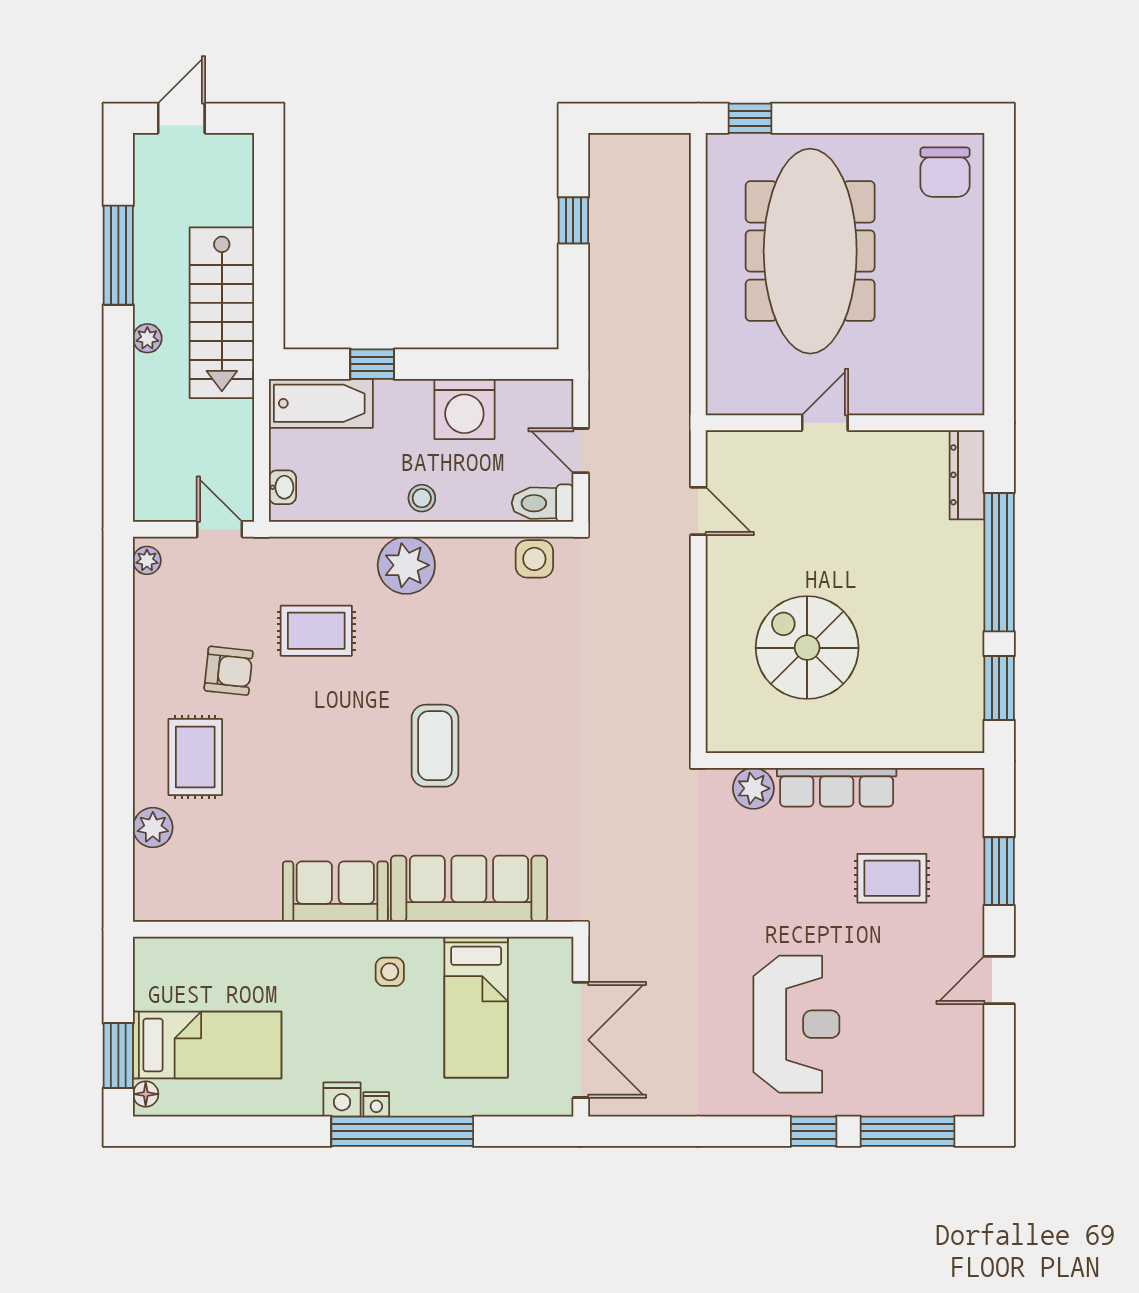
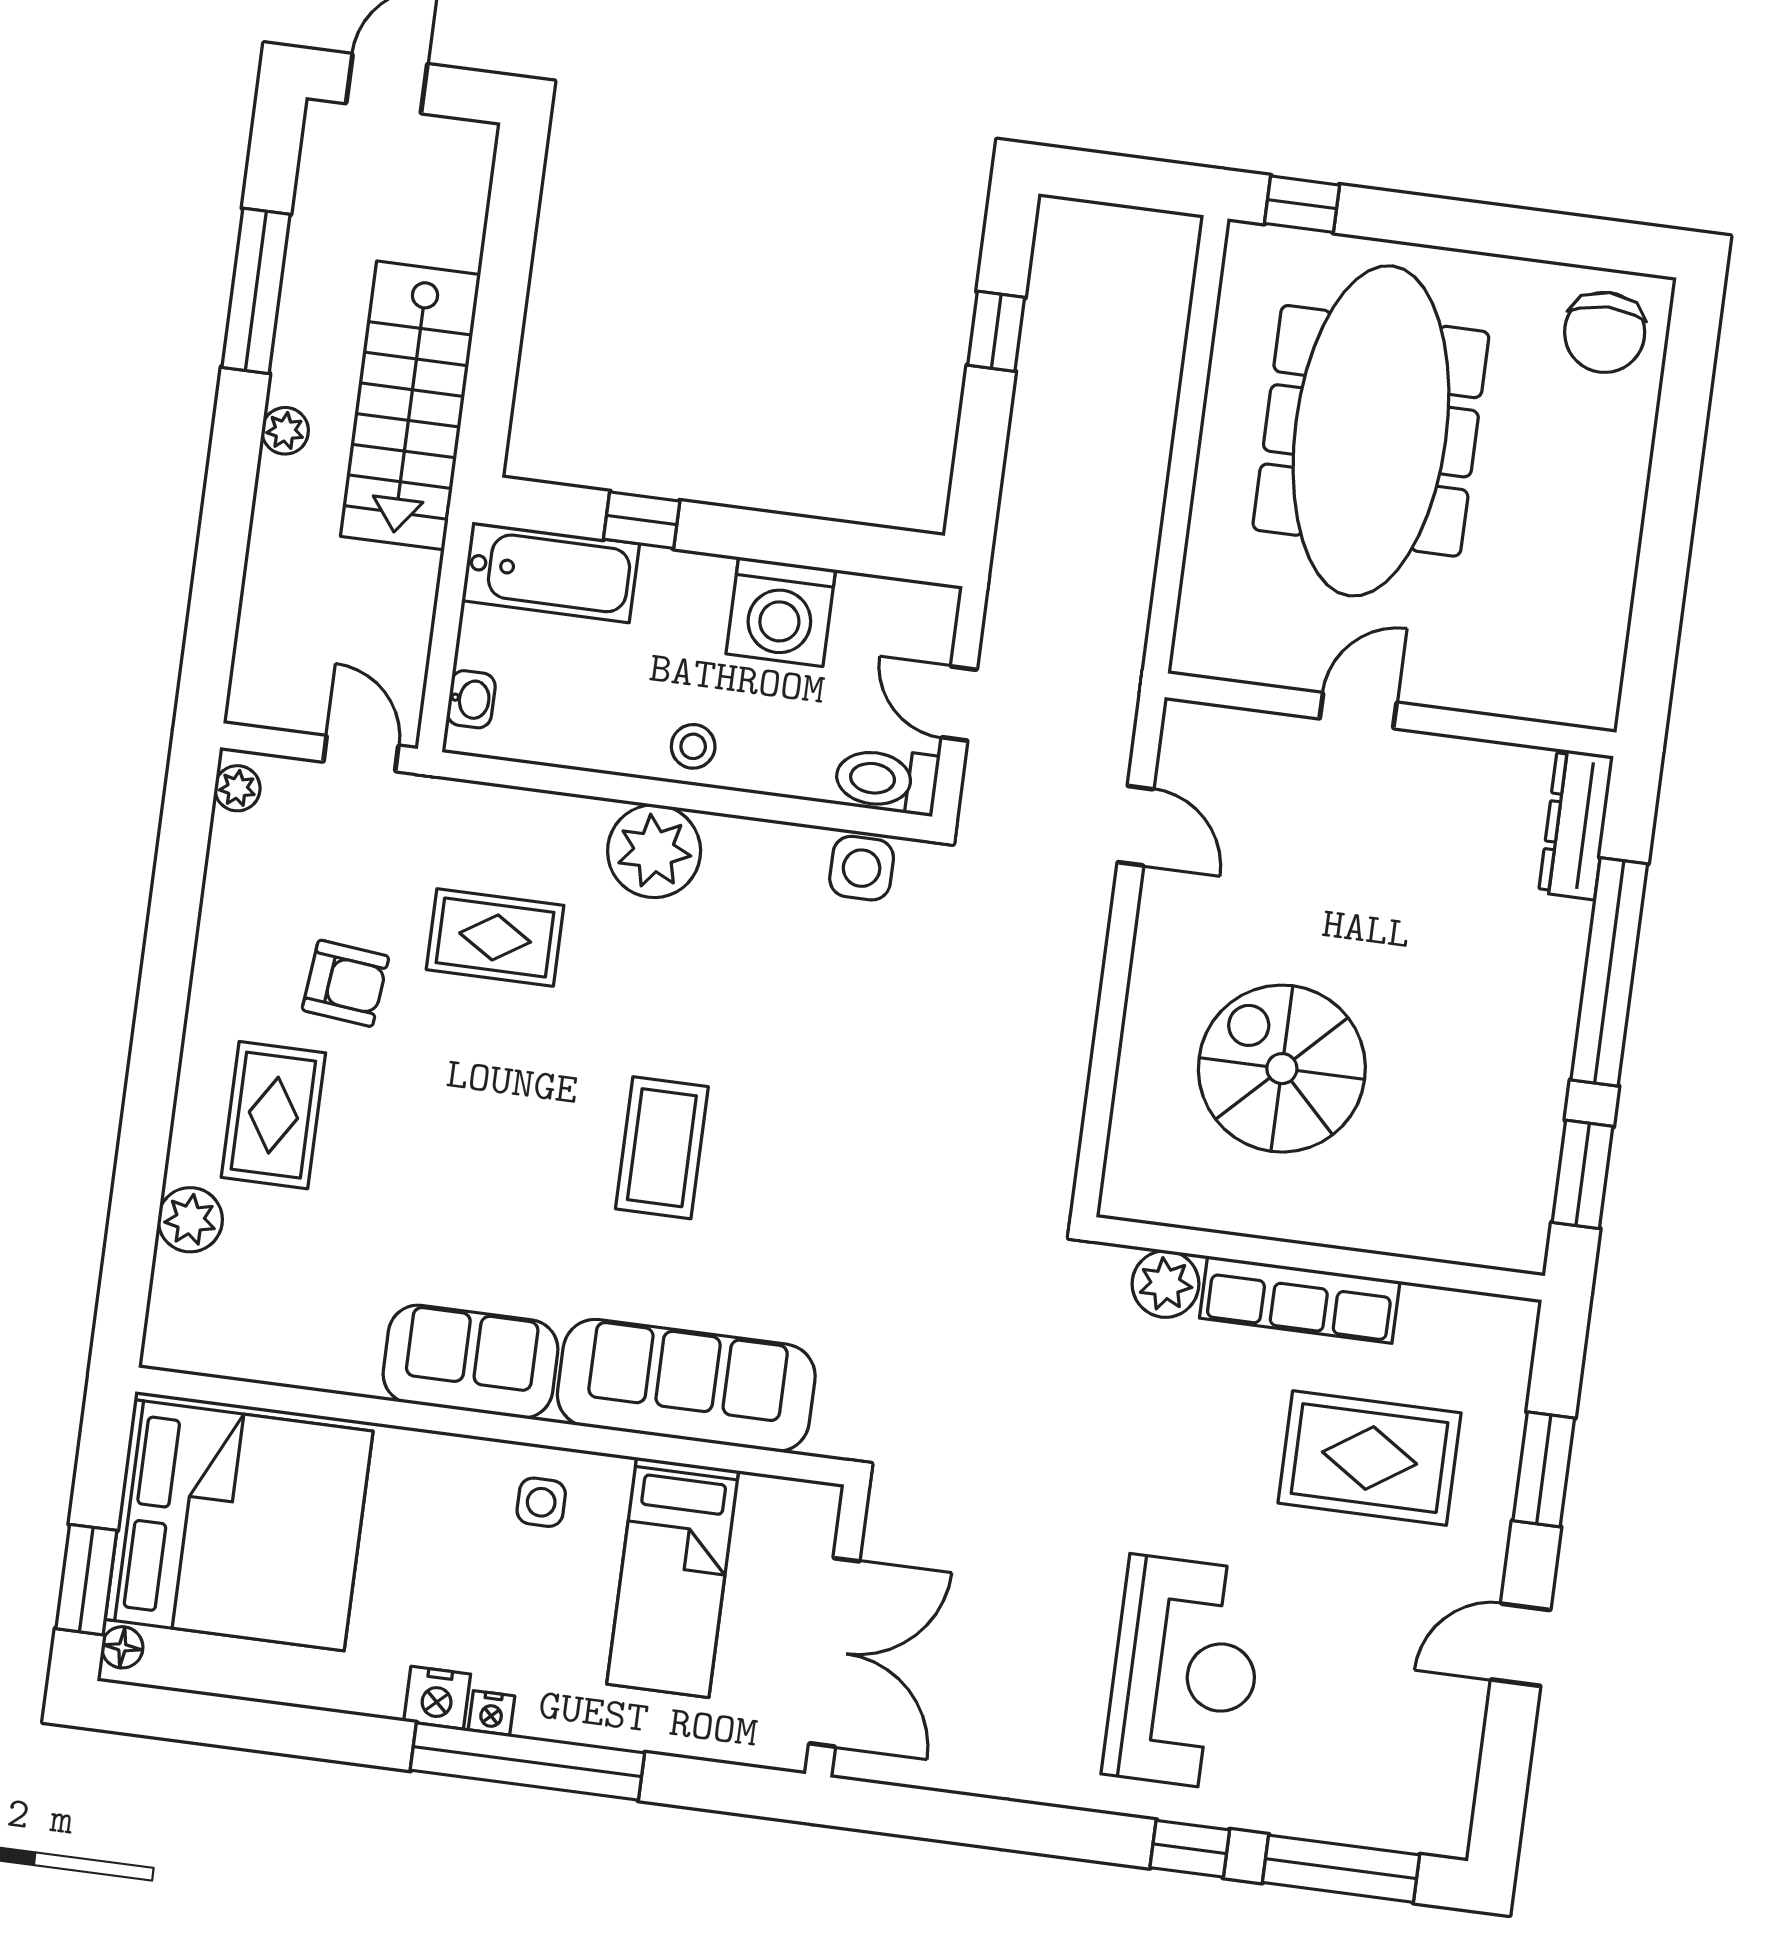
rug: (892, 878) -> (1370, 1458), width x1.36, depth x1.43
bed: (207, 1045) -> (239, 1525), width x2.04

